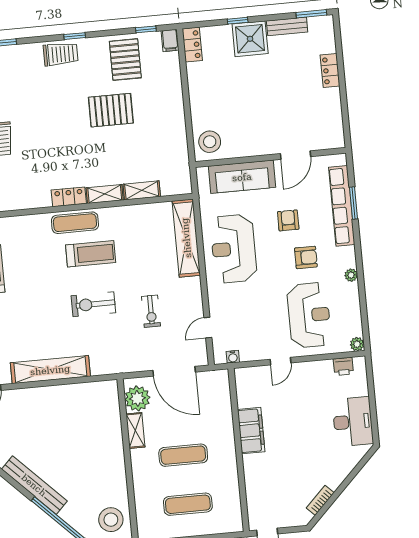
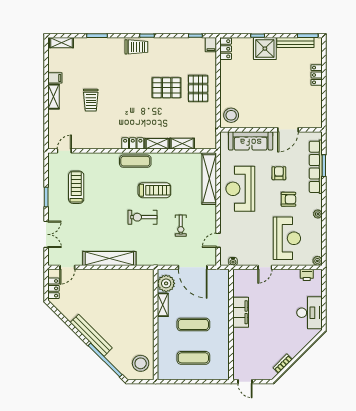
bench: (287, 26) -> (295, 43), width x1.36
pallet: (125, 60) -> (198, 89), moved
treadmill: (91, 254) -> (154, 190), moved

